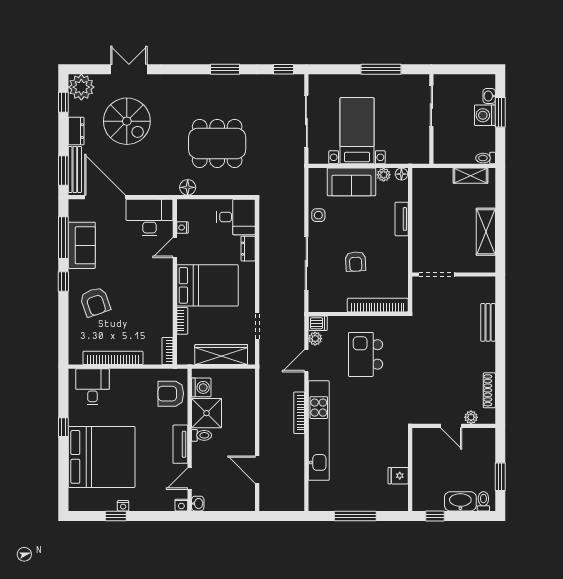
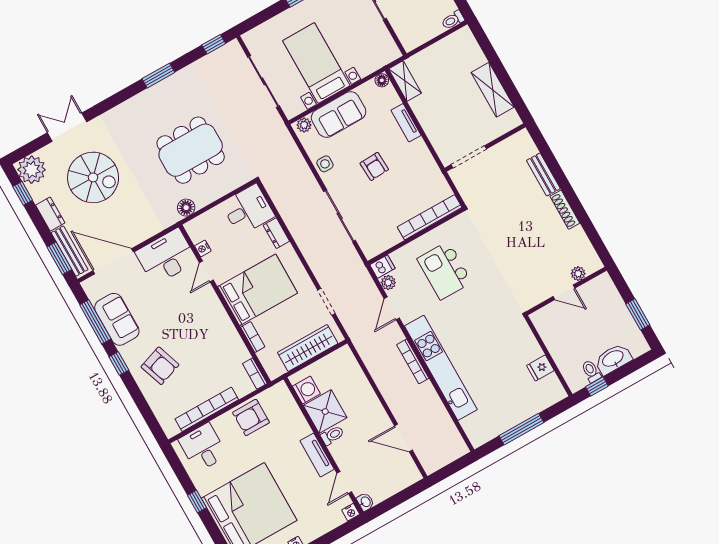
plant: (384, 175) -> (304, 125), moved
shelving: (470, 176) -> (405, 81), moved, turned 90
armchair: (356, 262) -> (374, 166), moved
shoe rack: (489, 390) -> (565, 210), moved
armchair: (171, 394) -> (251, 417), moved
toilet: (483, 501) -> (591, 371), moved

